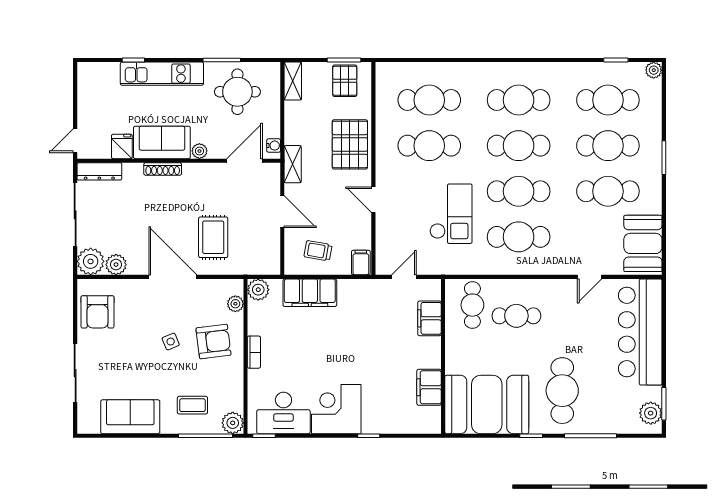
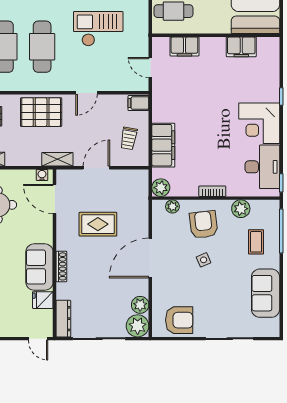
plant: (199, 151) -> (47, 236), removed
rug: (213, 237) -> (98, 224), moved
plant: (233, 423) -> (241, 209), moved

